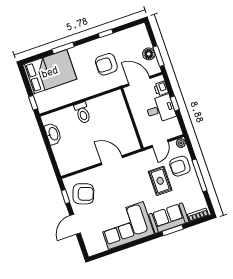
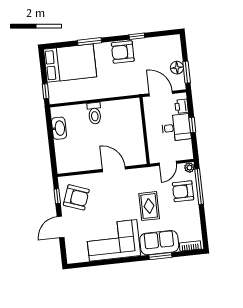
armchair: (106, 64) -> (123, 52), moved
window: (200, 175) -> (199, 187), moved
rug: (160, 181) -> (149, 206), moved

